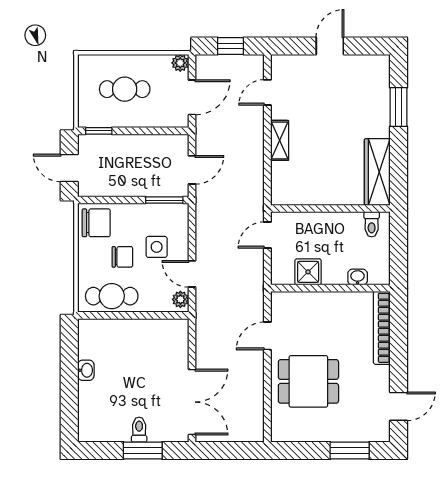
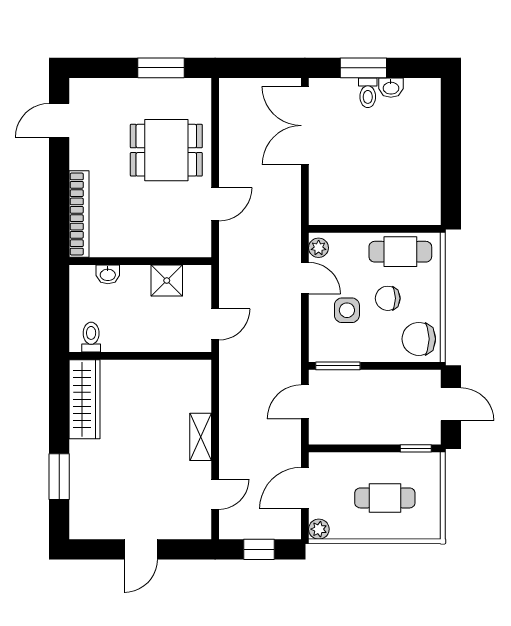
washbasin: (86, 370) -> (391, 88), moved, turned -90
window: (350, 451) -> (161, 68), moved

